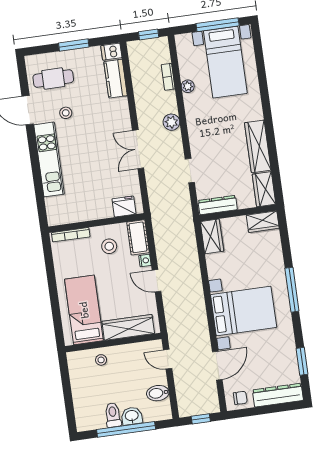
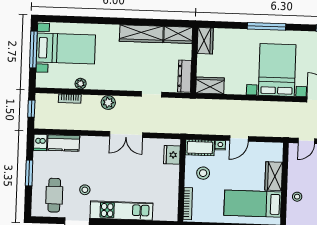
wardrobe: (128, 327) -> (274, 176), width x0.67

